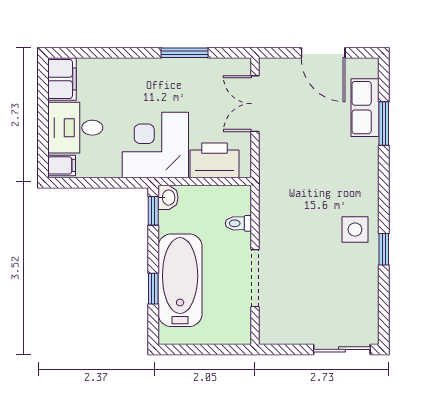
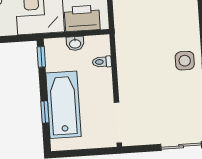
washbasin: (168, 198) -> (75, 43), moved, turned 90
doorway: (255, 278) -> (118, 123), moved

